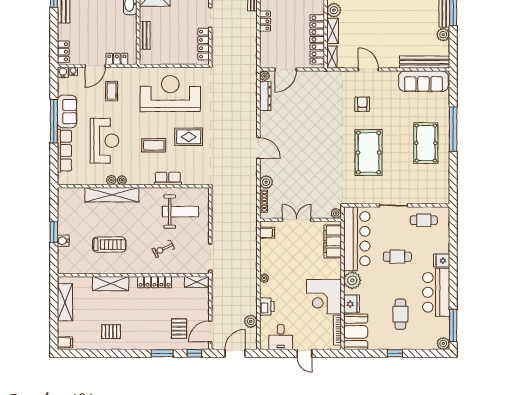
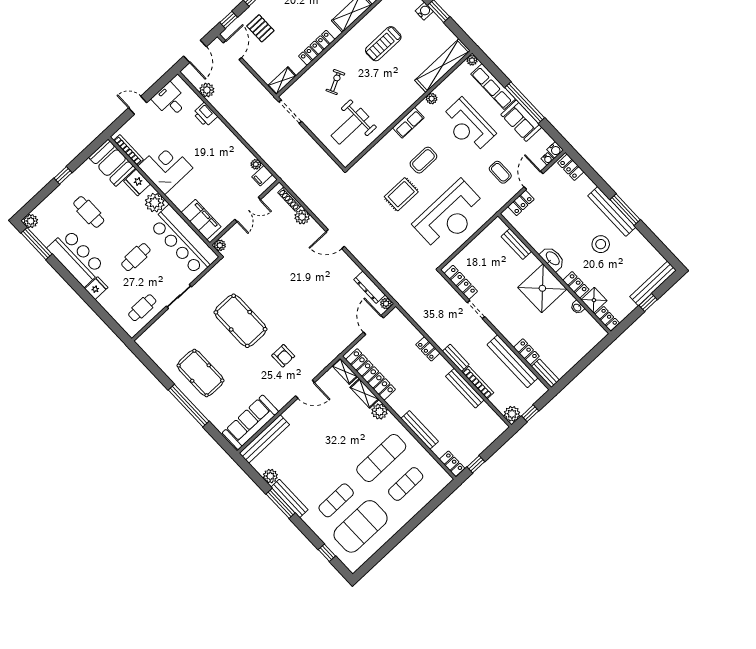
row of seats: (168, 179) -> (408, 123), moved
plant: (122, 180) -> (472, 60), moved
shelving: (112, 195) -> (442, 66), moved
plant: (264, 278) -> (256, 164), moved

